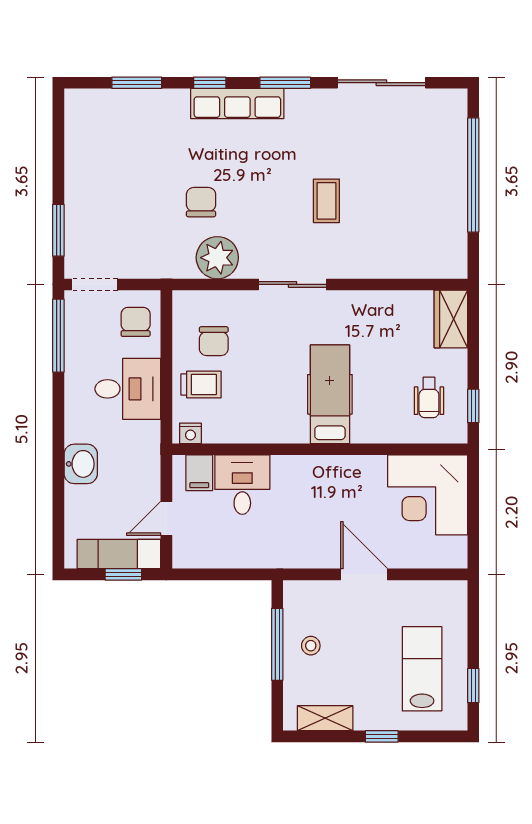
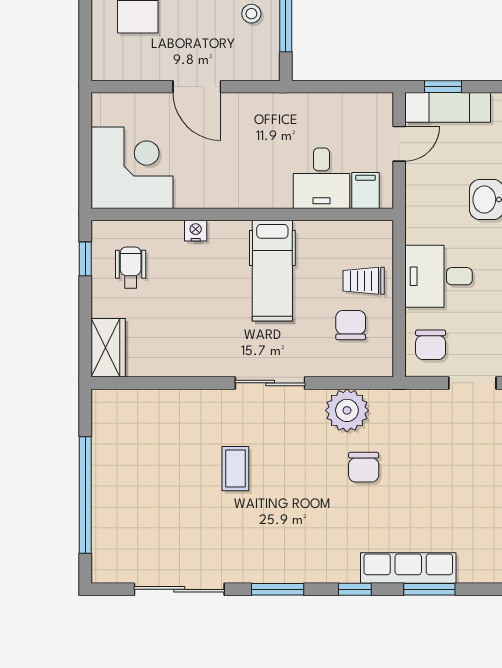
row of seats: (237, 103) -> (408, 568), moved
hospital bed: (330, 394) -> (272, 271), moved
nightstand: (190, 433) -> (196, 231), moved

